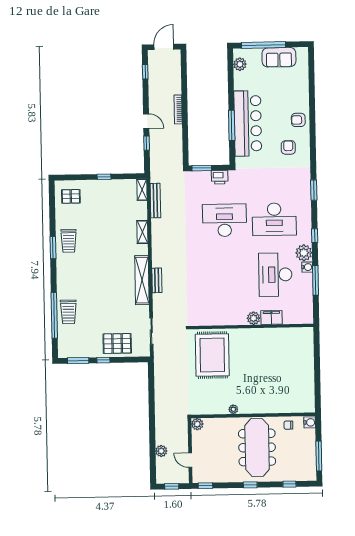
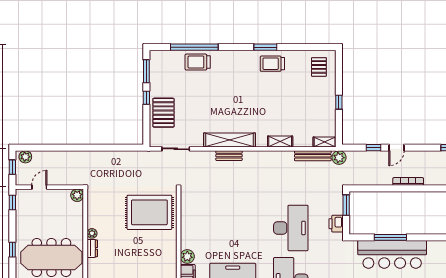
plant: (157, 176) -> (339, 158), added
dresser: (248, 409) -> (92, 248), added
plant: (161, 451) -> (25, 157), moved

